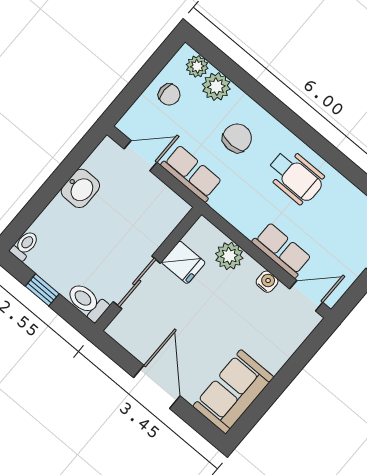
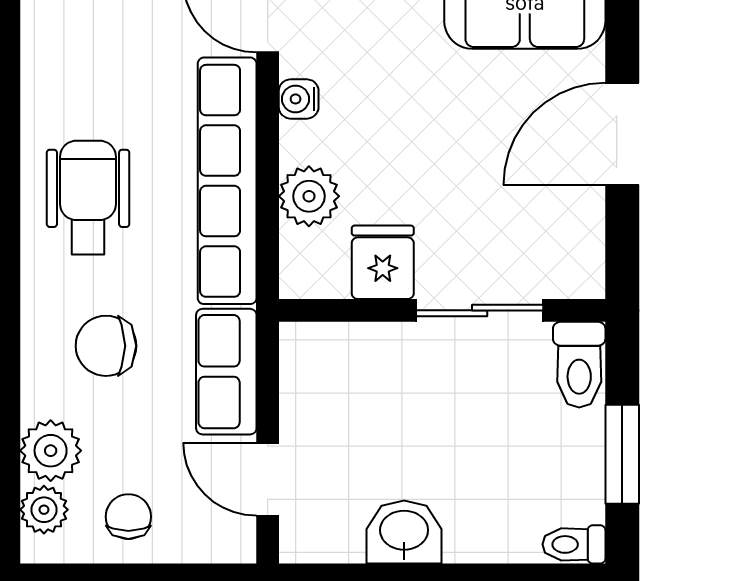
row of seats: (282, 250) -> (227, 181), width x2.02
window: (42, 290) -> (622, 454), width x1.50

